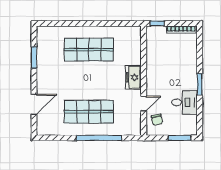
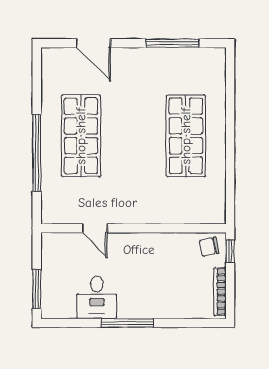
window: (34, 58) -> (172, 43), width x1.44
freezer: (133, 77) -> (139, 211), removed
window: (200, 84) -> (127, 323), width x1.44
chair: (157, 120) -> (209, 247), moved

